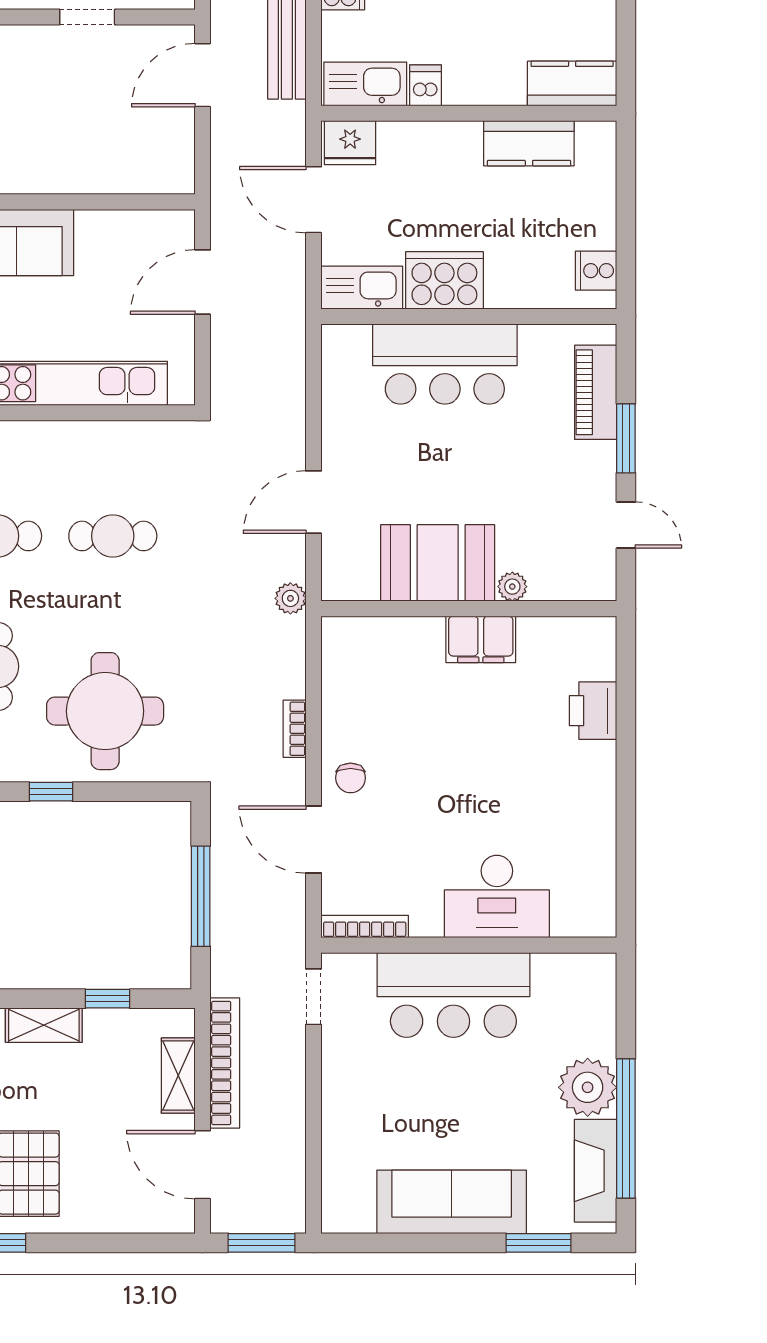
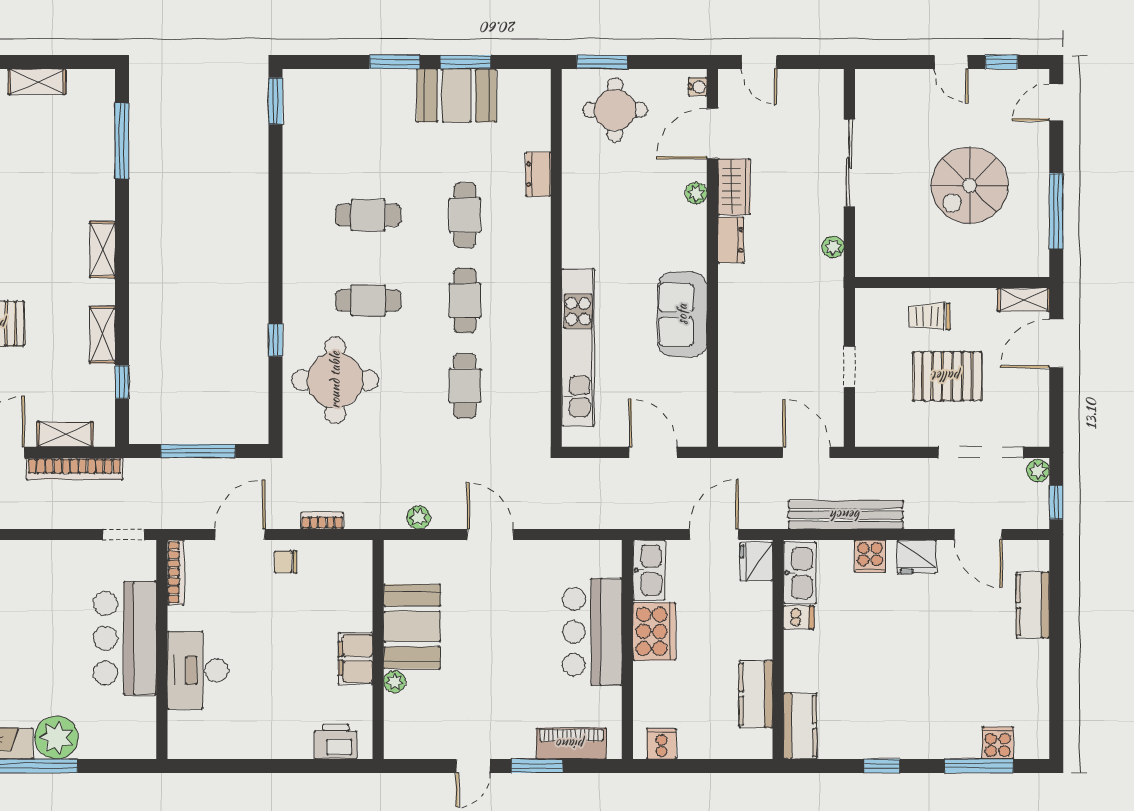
booth: (438, 563) -> (412, 627), moved
plant: (512, 587) -> (395, 682), moved
wall: (469, 609) -> (378, 650), moved
filing cabinet: (481, 639) -> (355, 658), moved

